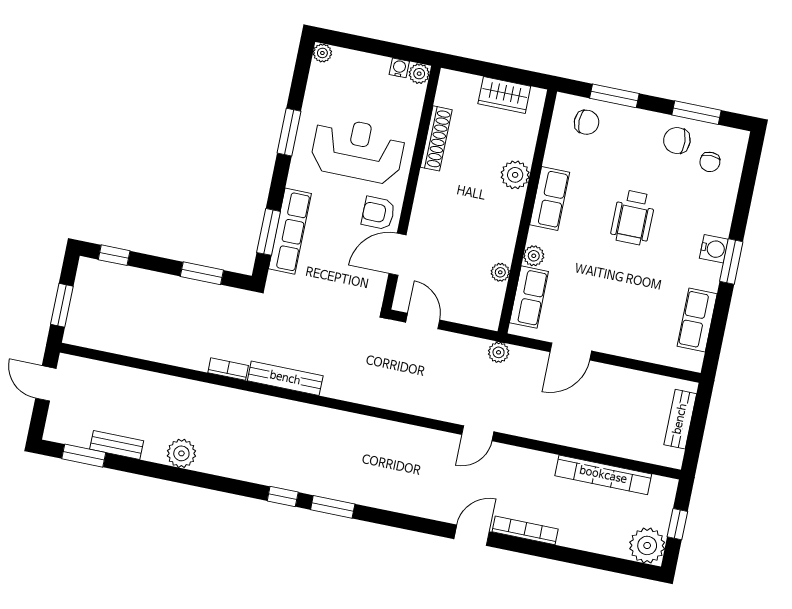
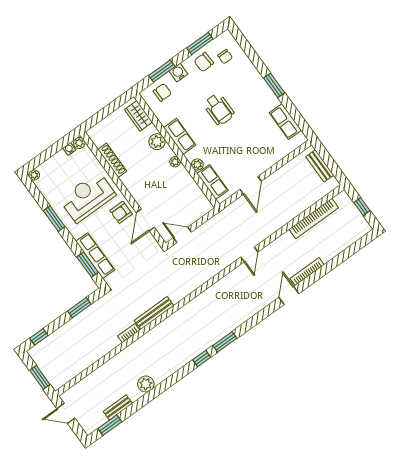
wardrobe: (504, 95) -> (139, 116), moved, turned 90
water cooler: (714, 249) -> (178, 73), moved, turned -90
plant: (500, 272) -> (175, 162), moved
plant: (499, 352) -> (224, 215), removed
plant: (647, 545) -> (359, 227), removed

